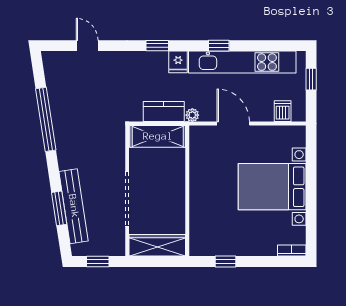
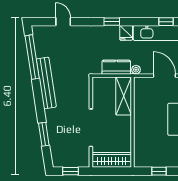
window: (219, 46) -> (166, 22), moved
window: (46, 119) -> (32, 57), moved
shelving: (158, 136) -> (124, 96), moved, turned 90
bench: (74, 206) -> (46, 83), moved

